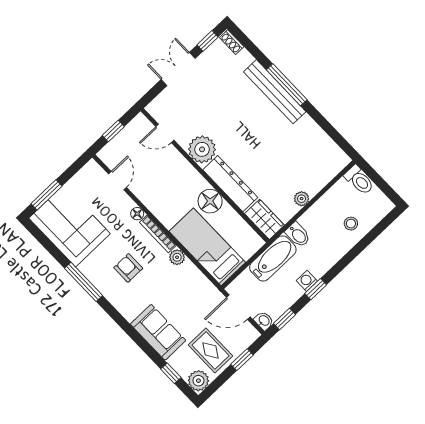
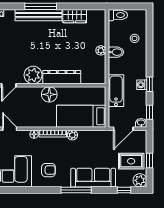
floor lamp: (210, 201) -> (49, 94), moved
wardrobe: (264, 219) -> (75, 16), moved, turned 180
bidet: (298, 235) -> (116, 52), moved
armchair: (128, 268) -> (48, 170), moved, turned 180
window: (83, 282) -> (76, 190), moved
sofa: (158, 332) -> (93, 178), width x1.36
window: (242, 360) -> (150, 161), moved

